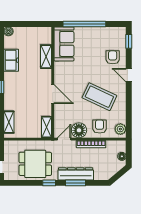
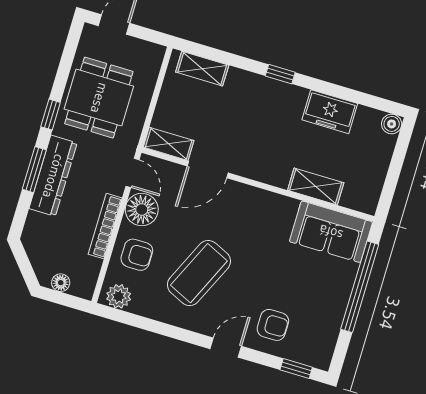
door: (53, 94) -> (208, 169), moved

